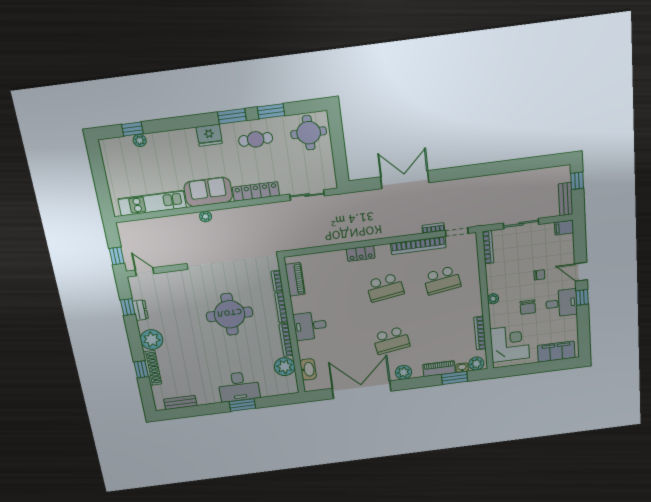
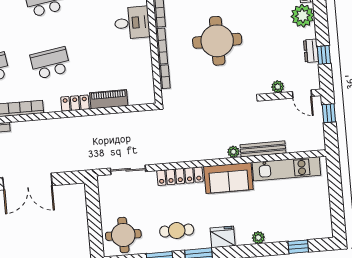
plant: (140, 140) -> (258, 238), moved
bench: (177, 220) -> (263, 149), added
plant: (168, 277) -> (278, 87), added
piano: (295, 279) -> (109, 99), moved, turned 90

